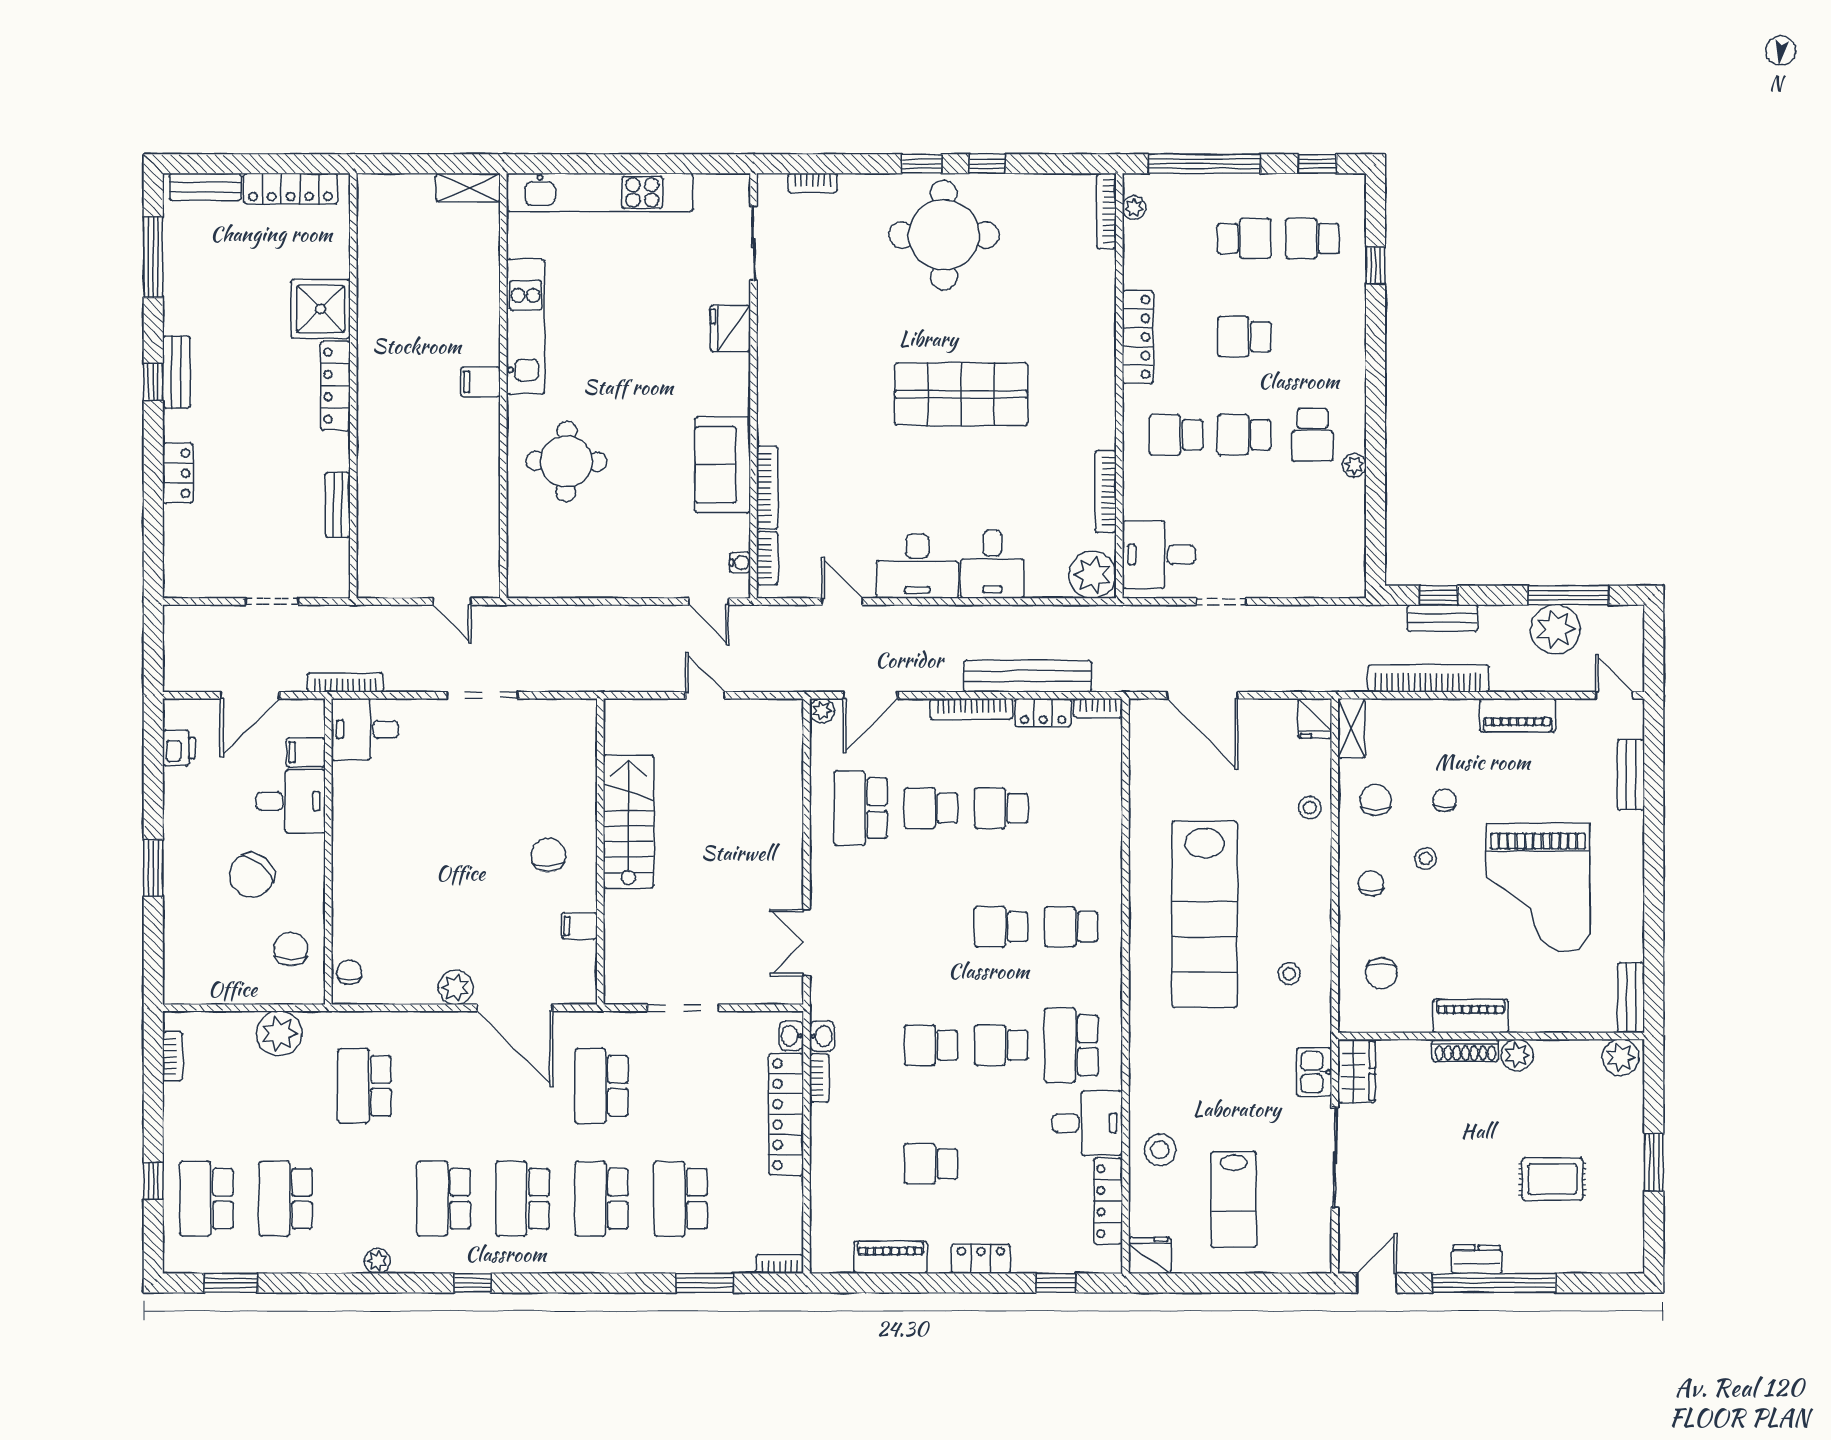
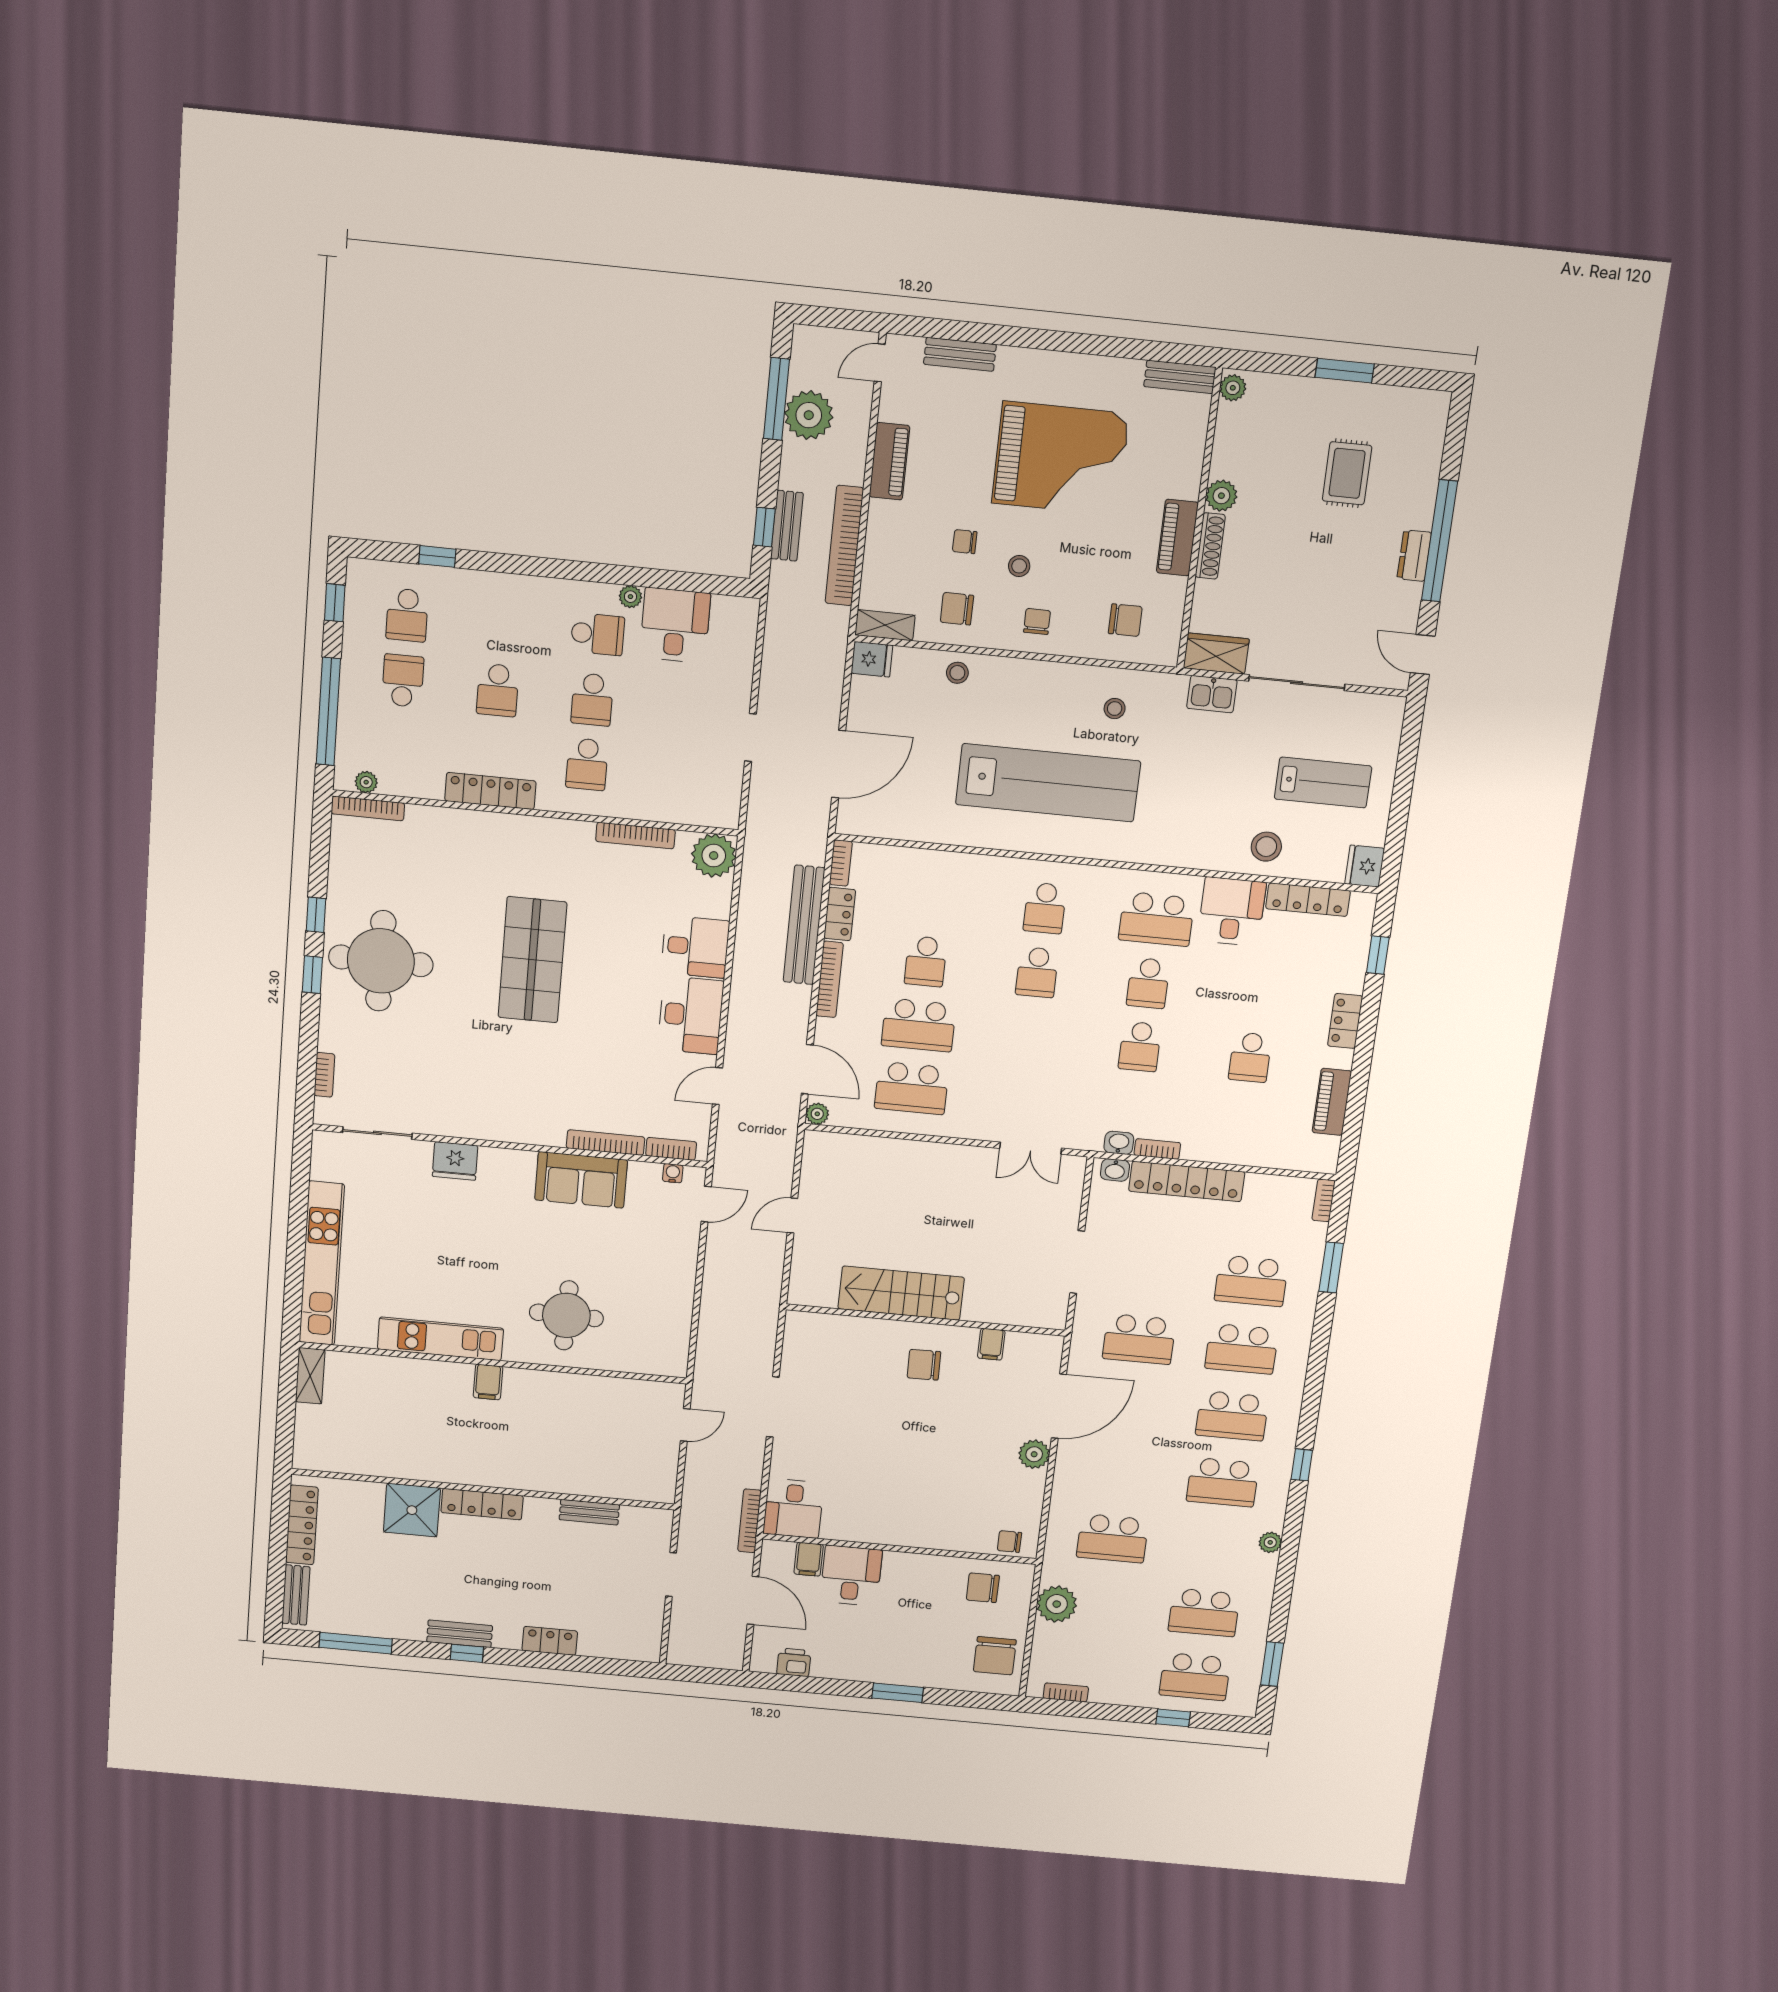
desk: (1159, 555) -> (675, 625), moved, turned 180
school desk: (931, 808) -> (919, 1025), width x1.85
chair: (252, 875) -> (995, 1656), moved, turned 50
chair: (1371, 883) -> (1037, 621), turned 92
plant: (1621, 1057) -> (1233, 388), width x0.73, depth x0.73

